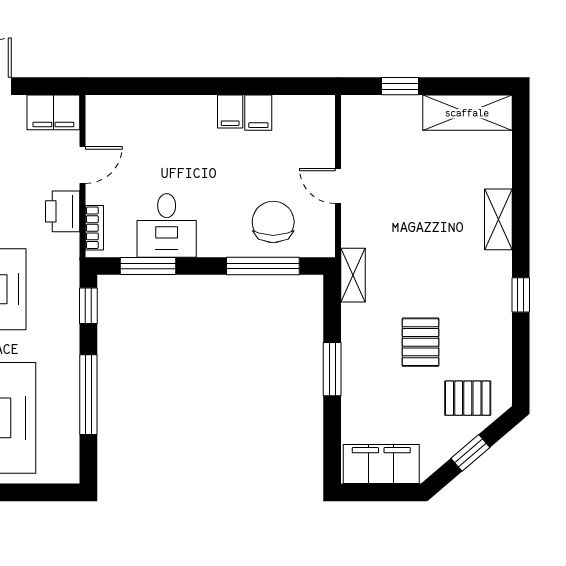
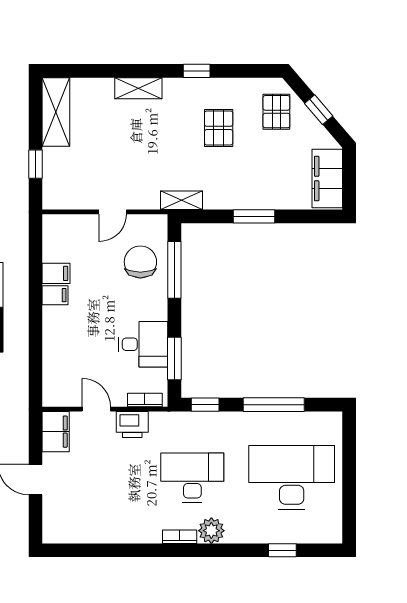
chair: (273, 222) -> (140, 262), turned 90
pallet: (420, 342) -> (219, 128), moved, turned 90

